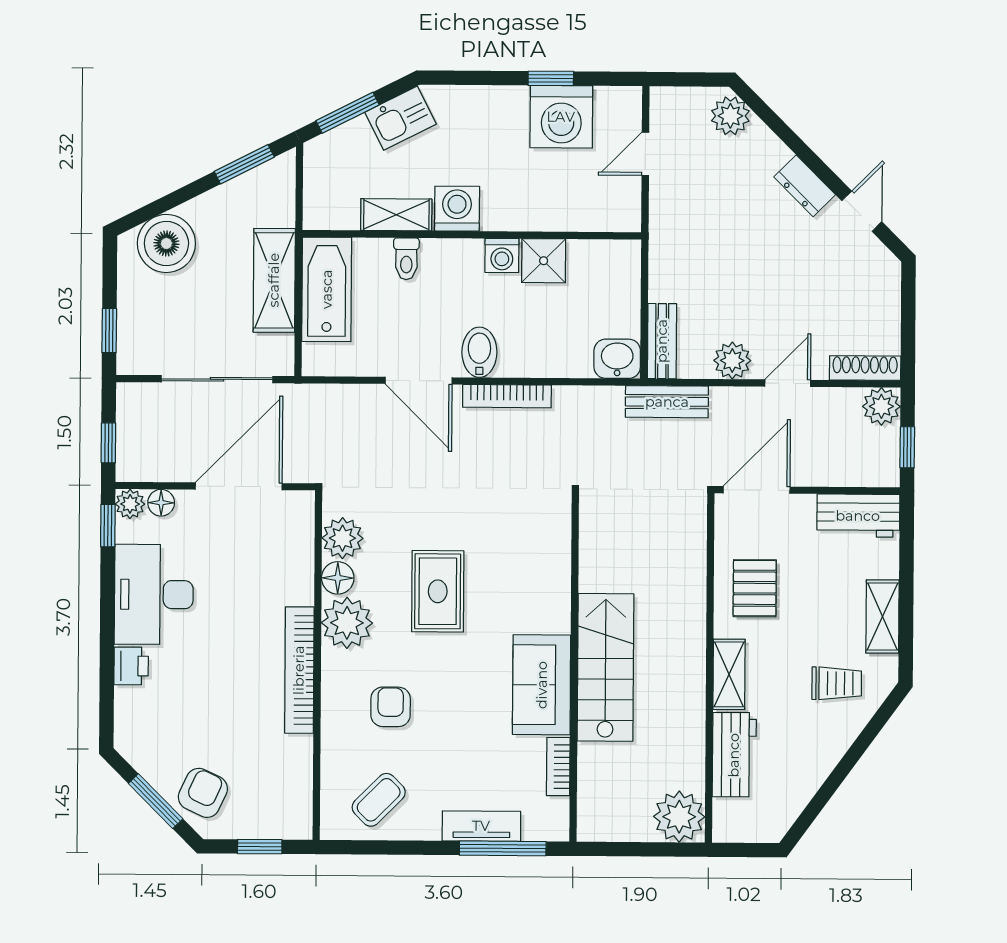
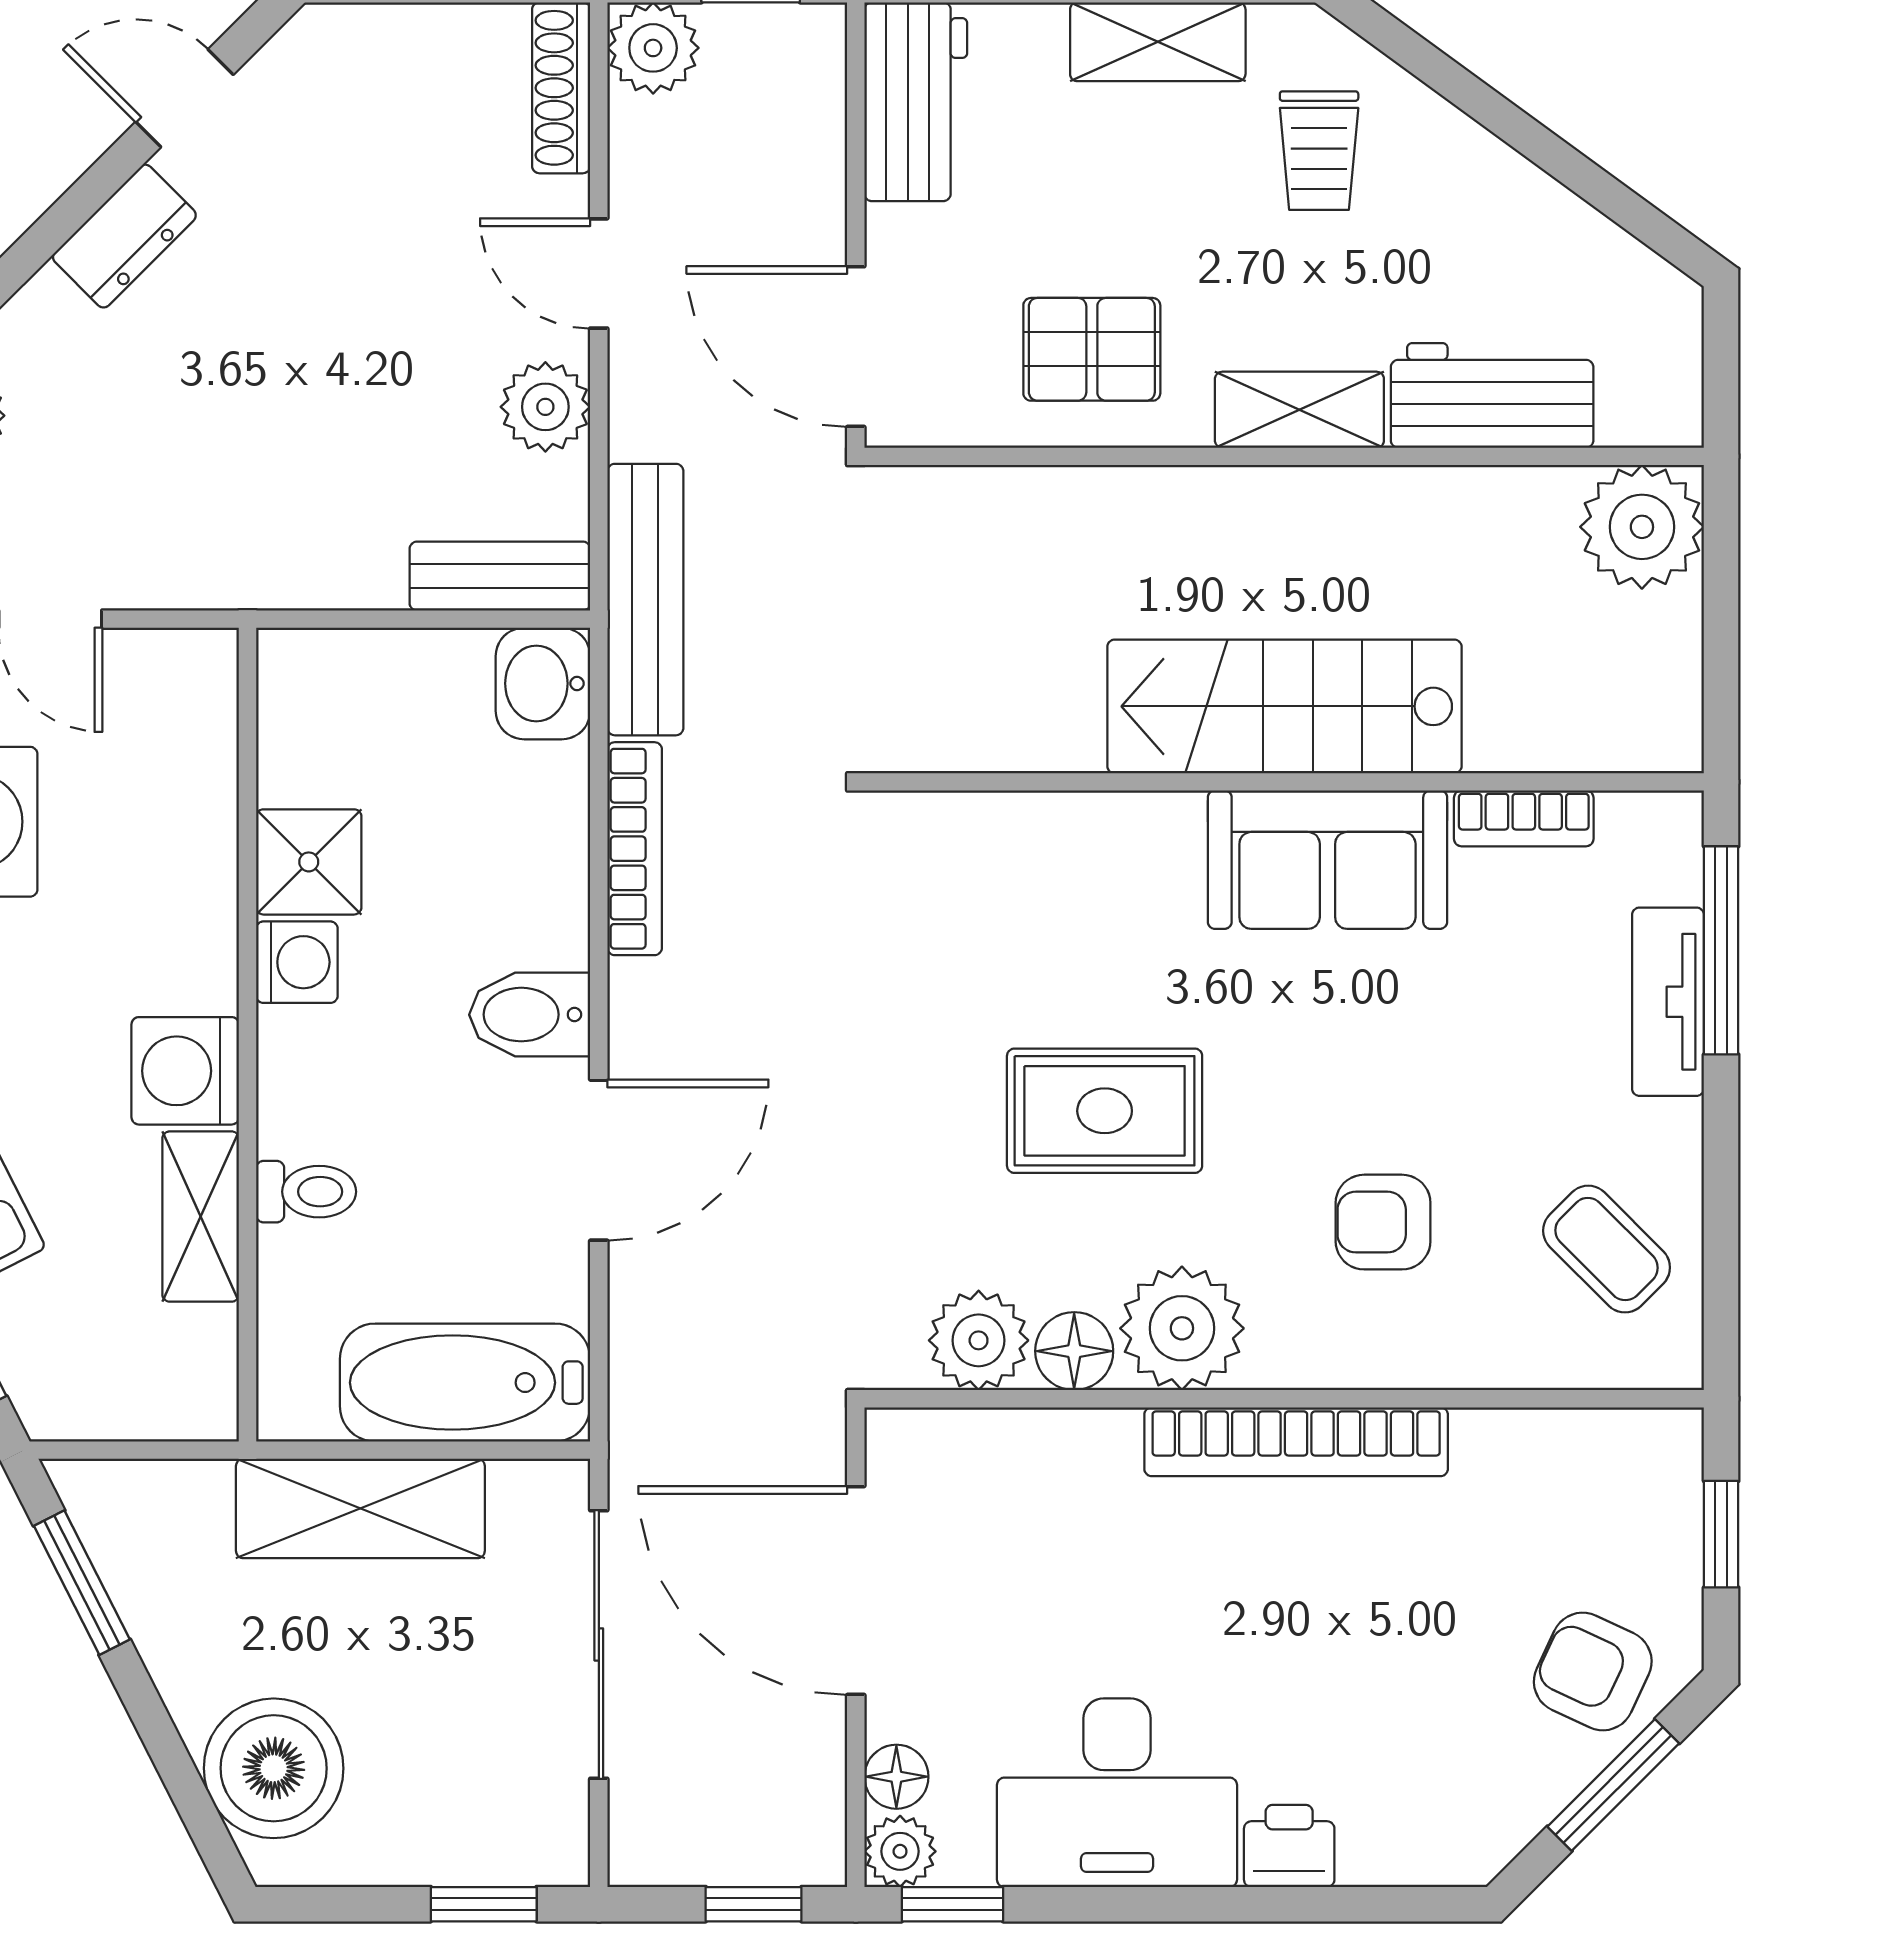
bathtub: (327, 289) -> (465, 1383), moved
bookcase: (507, 396) -> (635, 849), moved
bench: (667, 402) -> (645, 600), width x1.36
trolley: (837, 683) -> (1319, 151), turned 180

